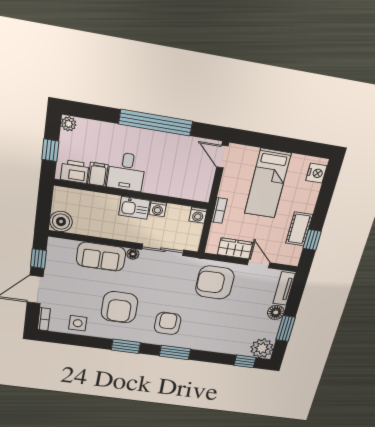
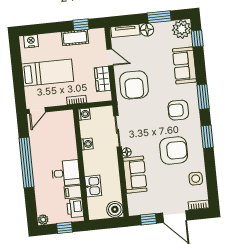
kitchen sink: (134, 208) -> (93, 186), moved
door: (259, 264) -> (110, 57), swing flipped
sofa: (219, 342) -> (184, 65), added

